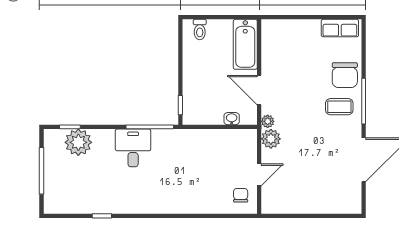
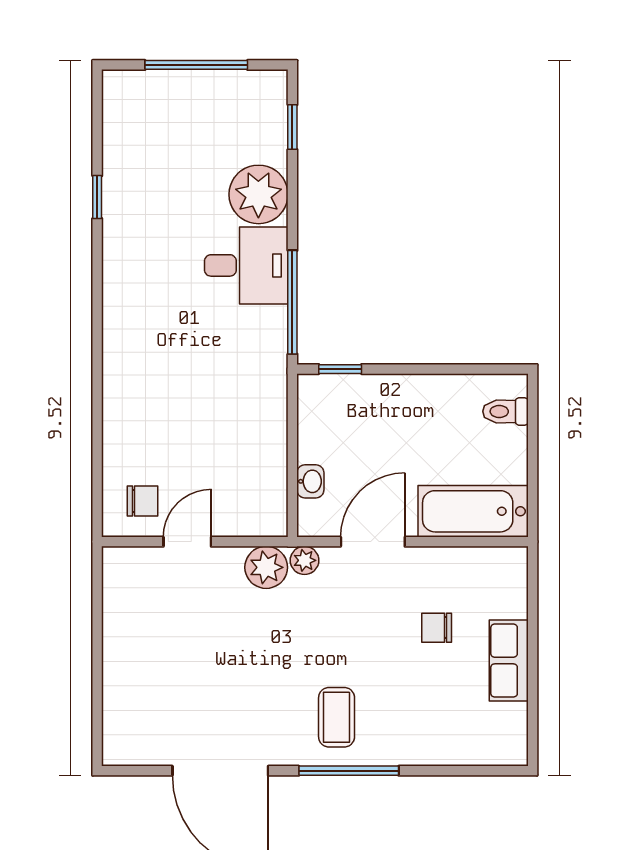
row of seats: (340, 28) -> (509, 661), moved
chair: (345, 75) -> (437, 628), moved, width x0.54, depth x0.54
plant: (78, 142) -> (258, 194), moved
door: (259, 175) -> (187, 542), swing flipped

